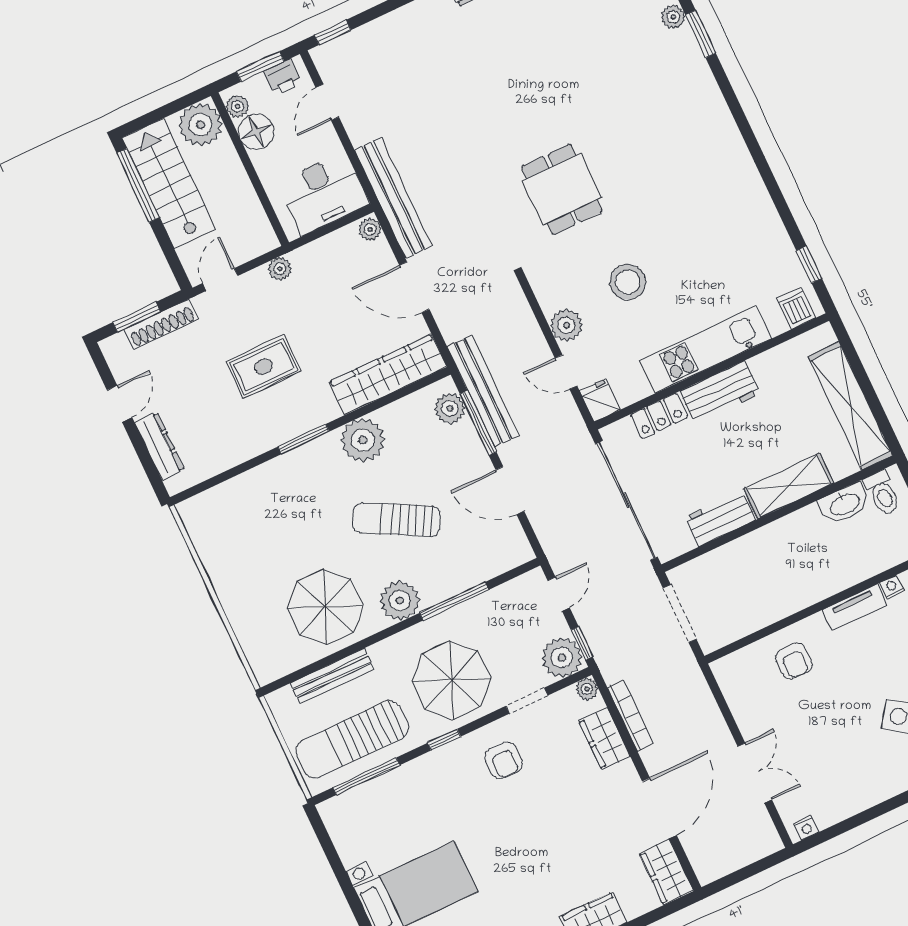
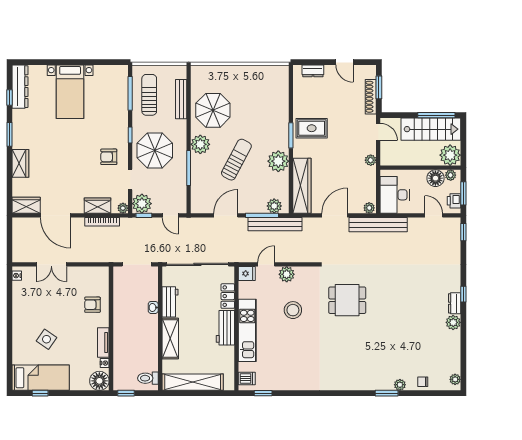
rug: (263, 367) -> (312, 128), moved, turned 90
dresser: (160, 446) -> (313, 71), width x0.70
washbasin: (844, 504) -> (153, 307), moved, width x0.52, depth x0.69
sun lounger: (352, 739) -> (149, 95), width x0.73, depth x0.75

